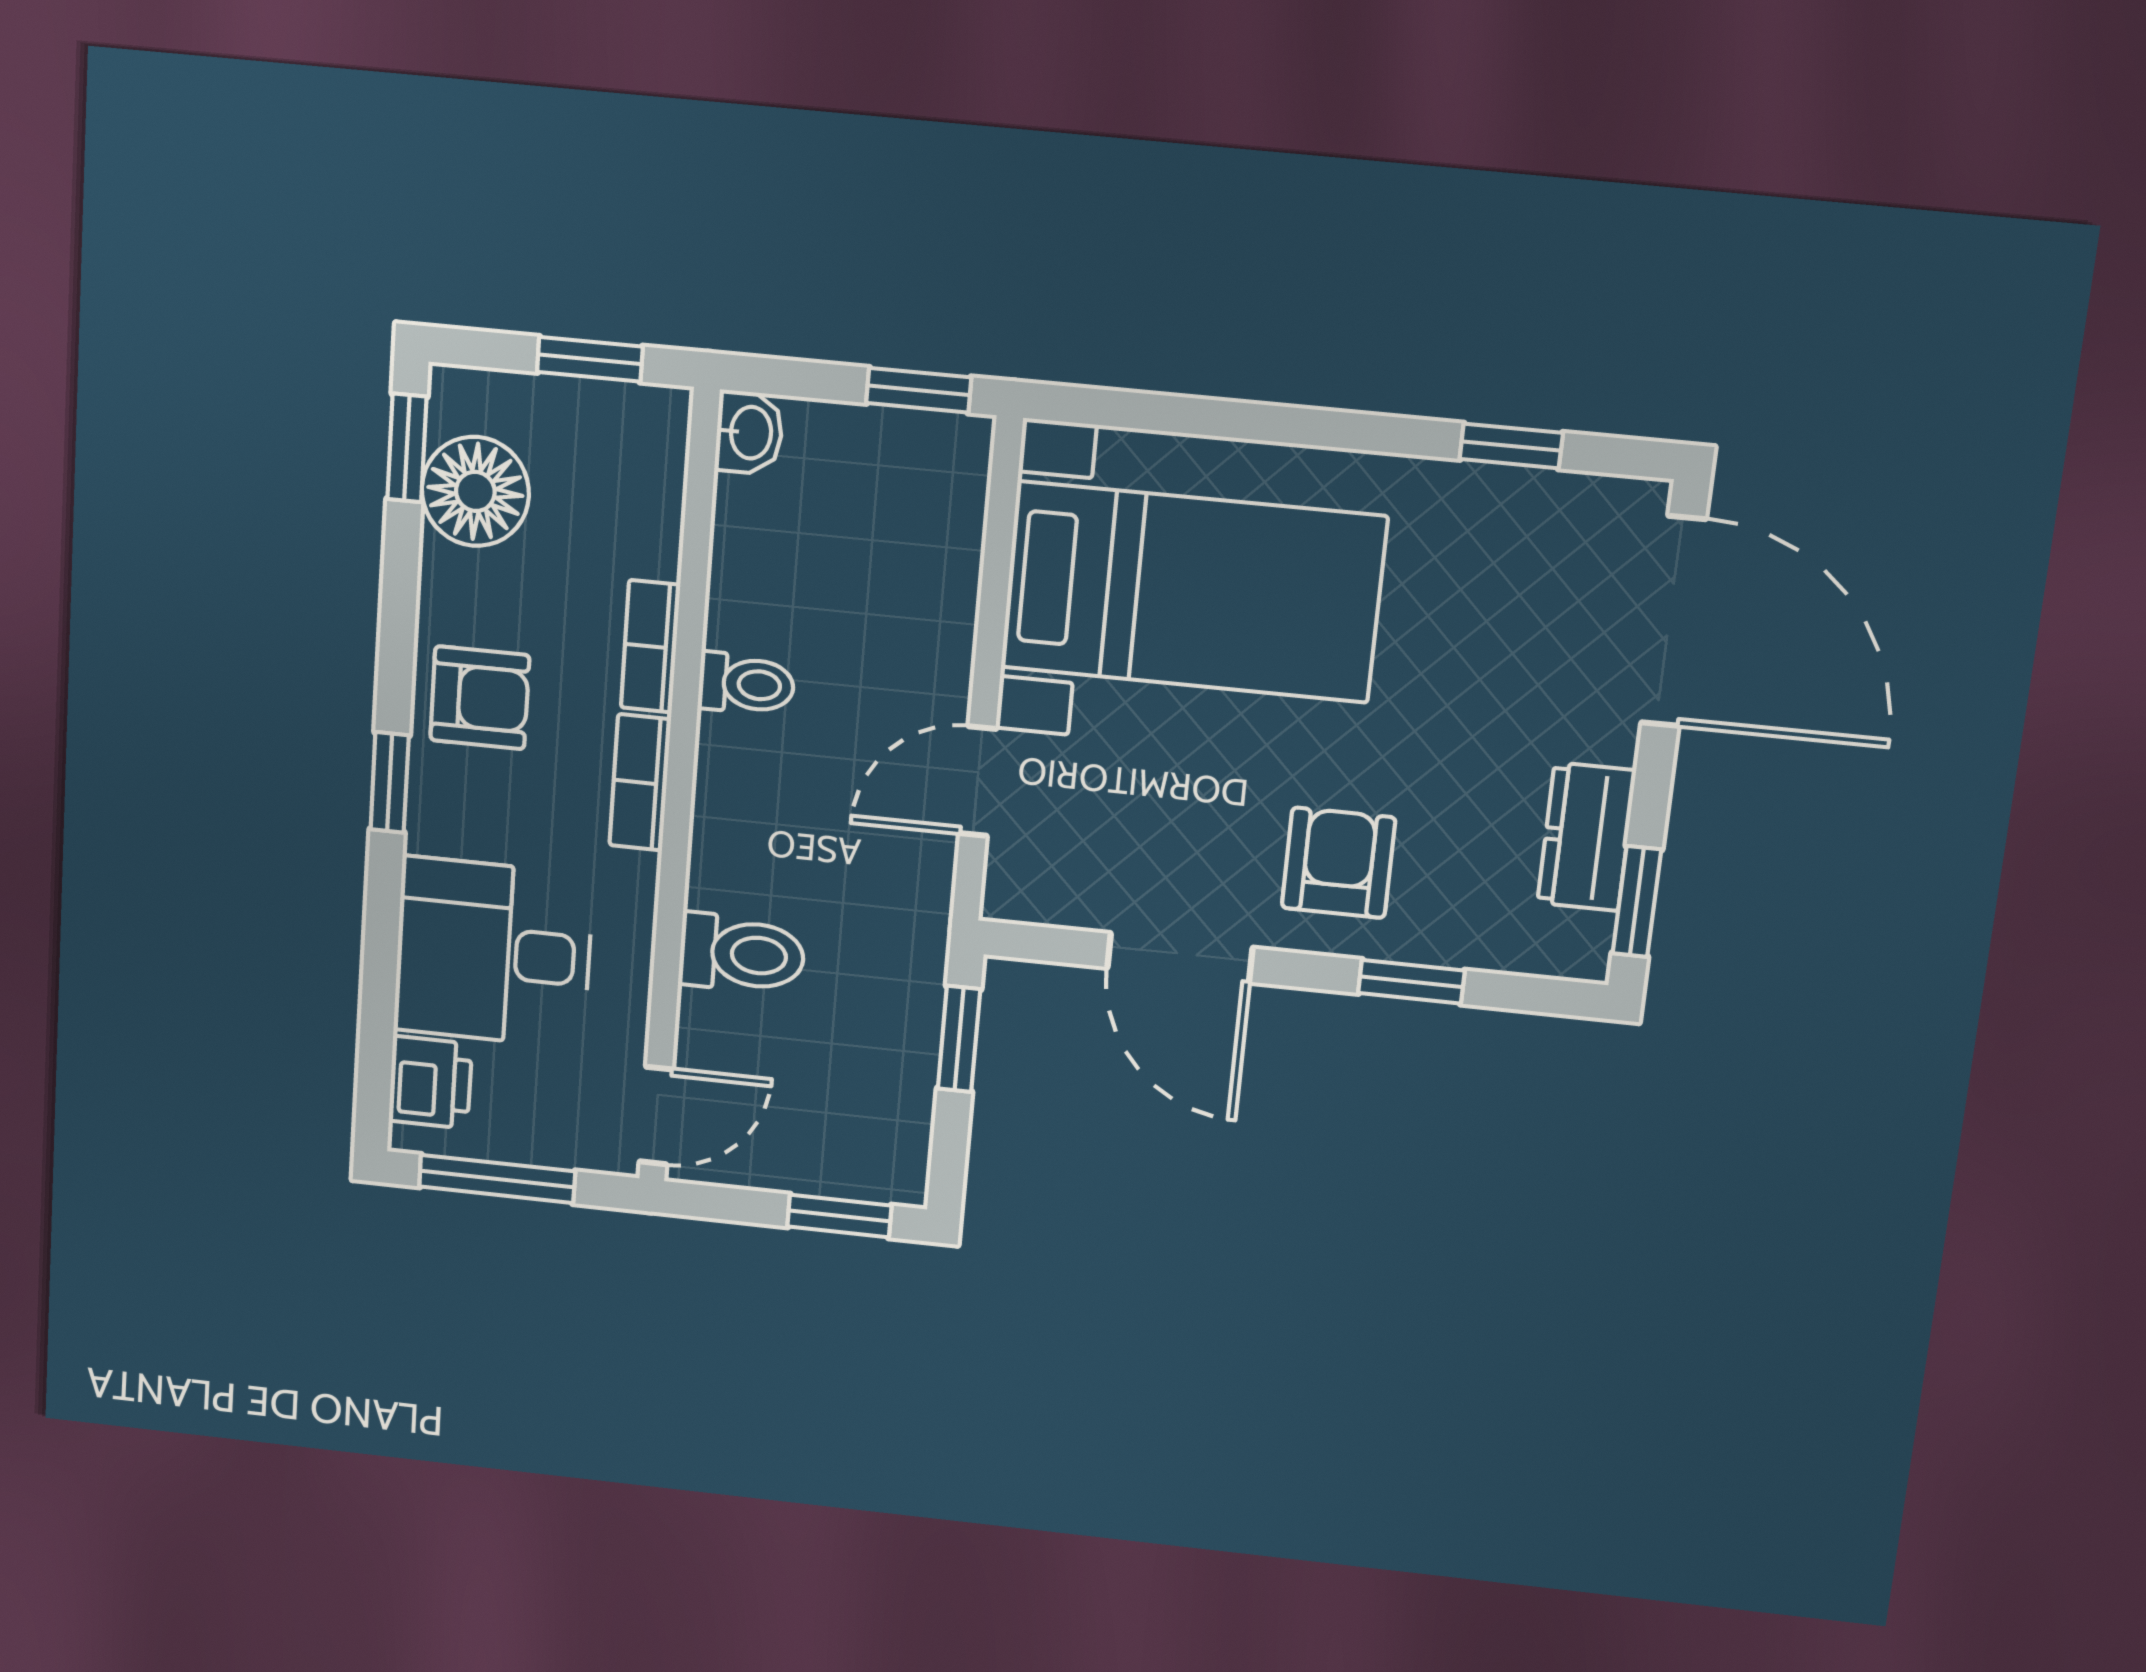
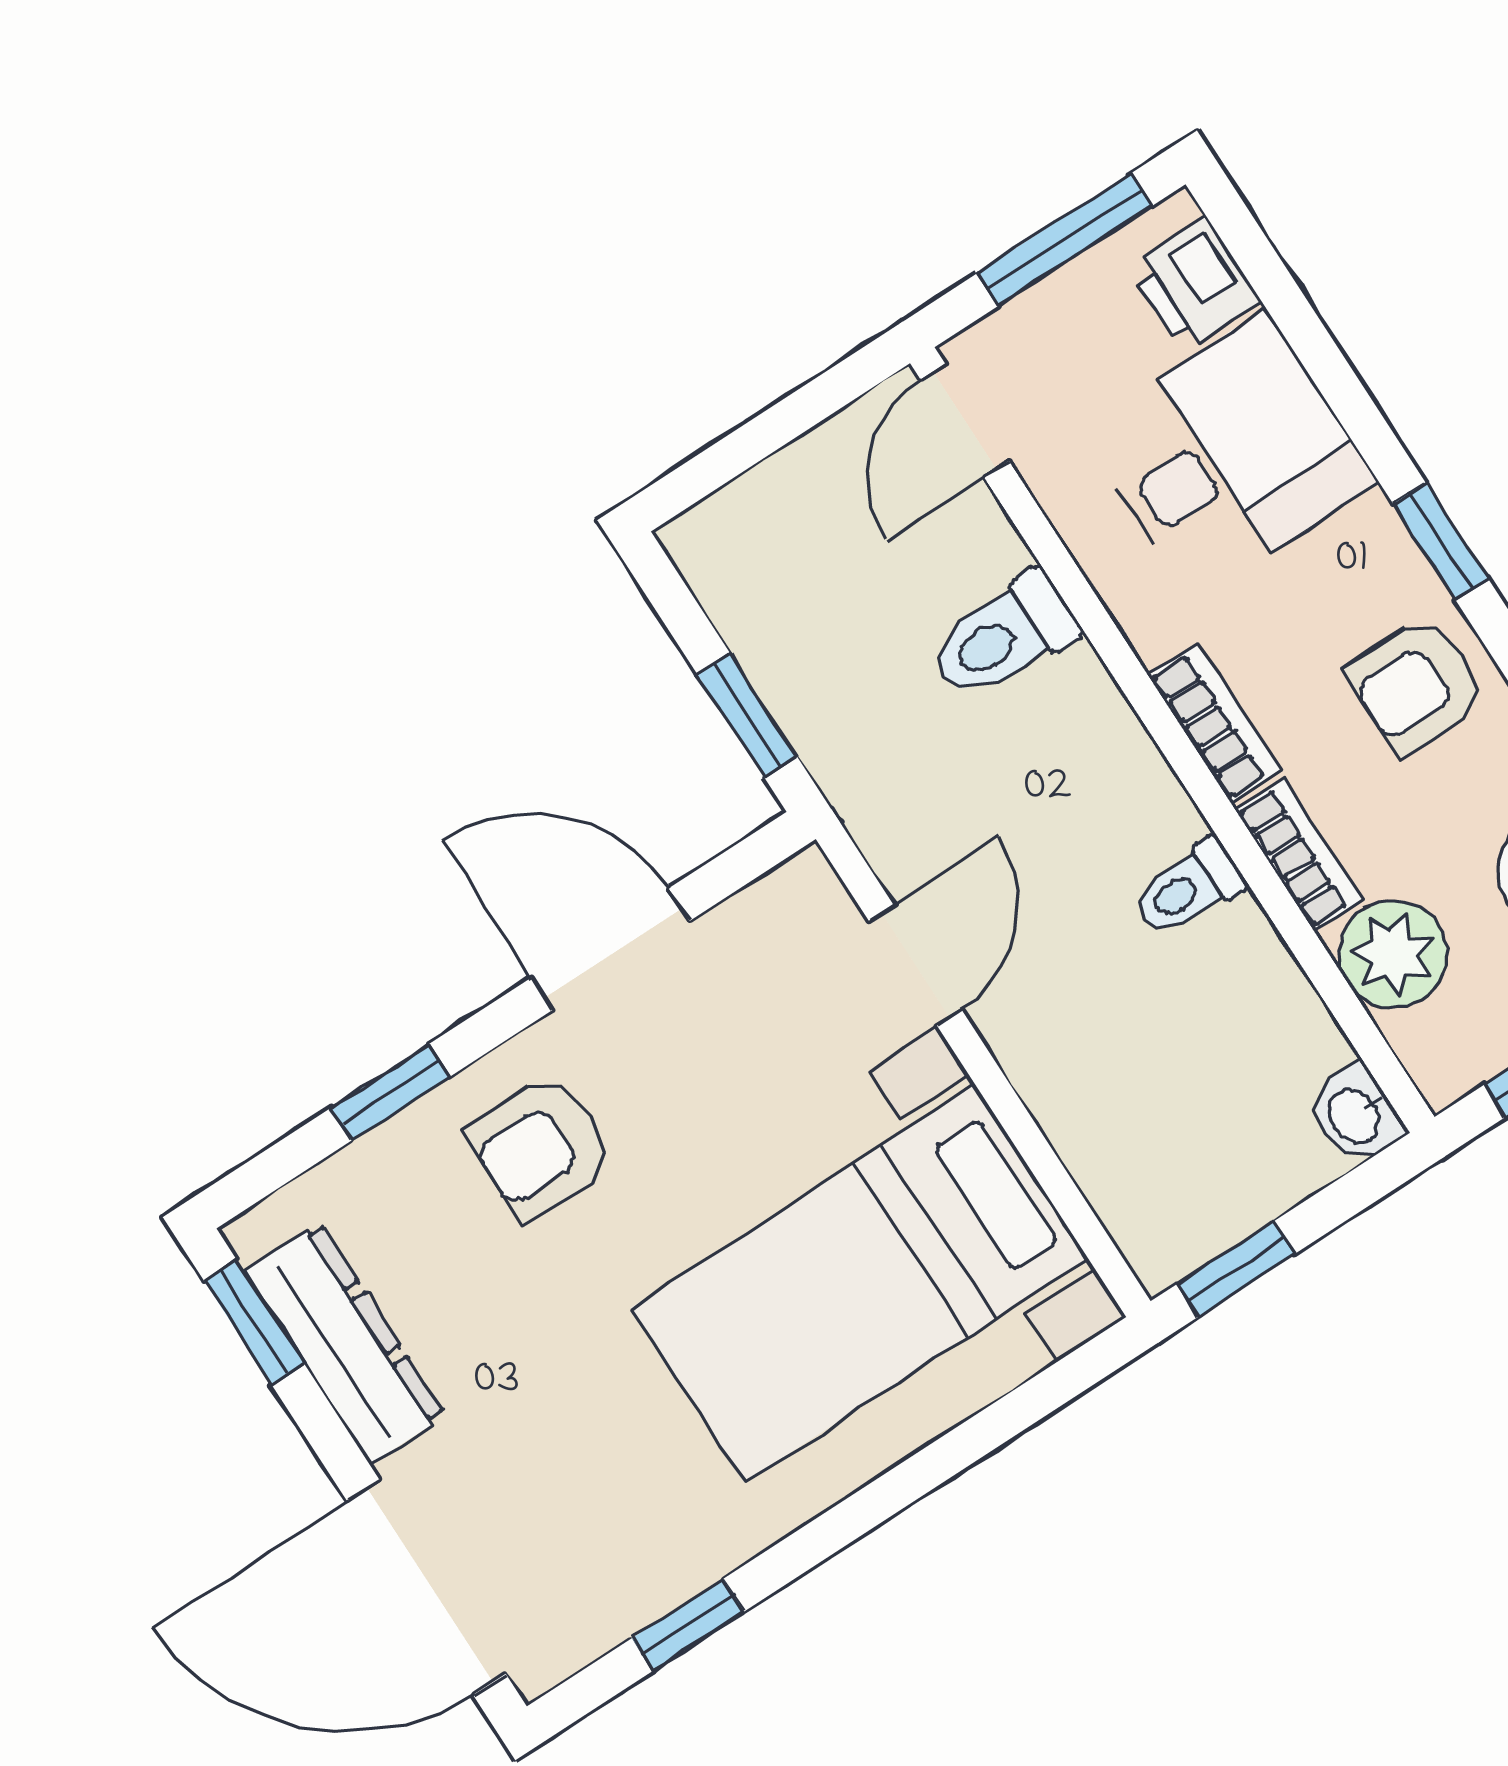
plant: (637, 525) -> (1393, 954), added
dresser: (1586, 837) -> (345, 1343), width x1.44
armchair: (1339, 863) -> (541, 1147), turned 90
window: (839, 1216) -> (725, 460), removed

